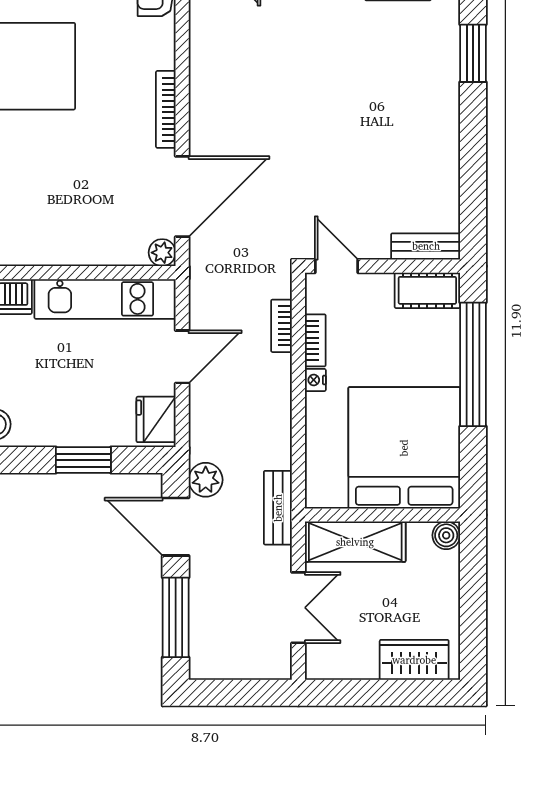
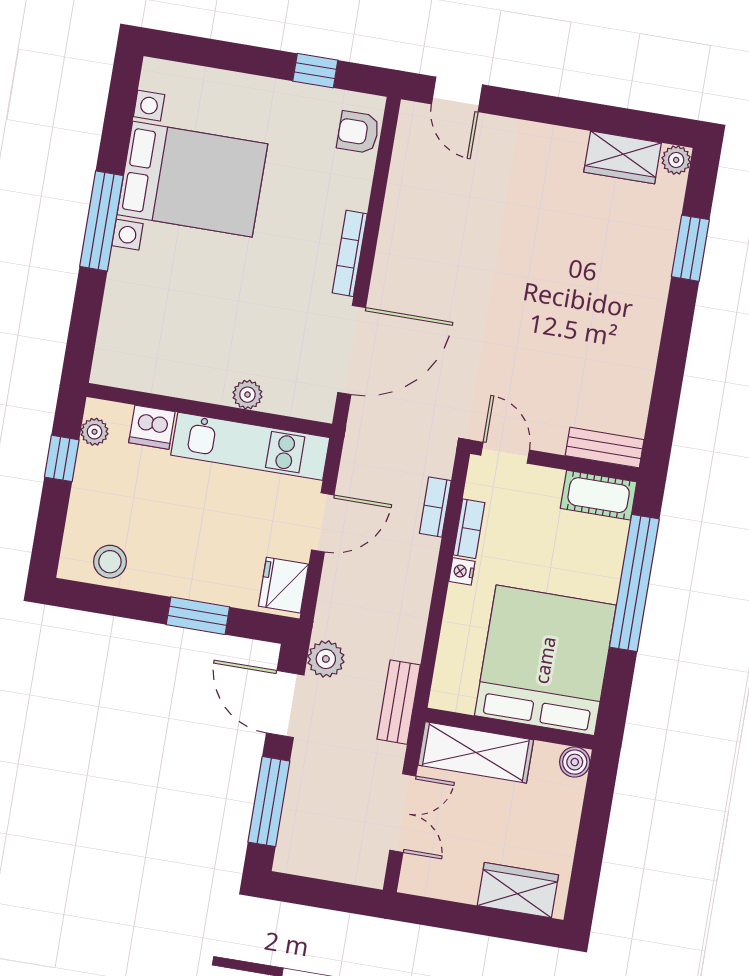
plant: (162, 253) -> (247, 395), moved

